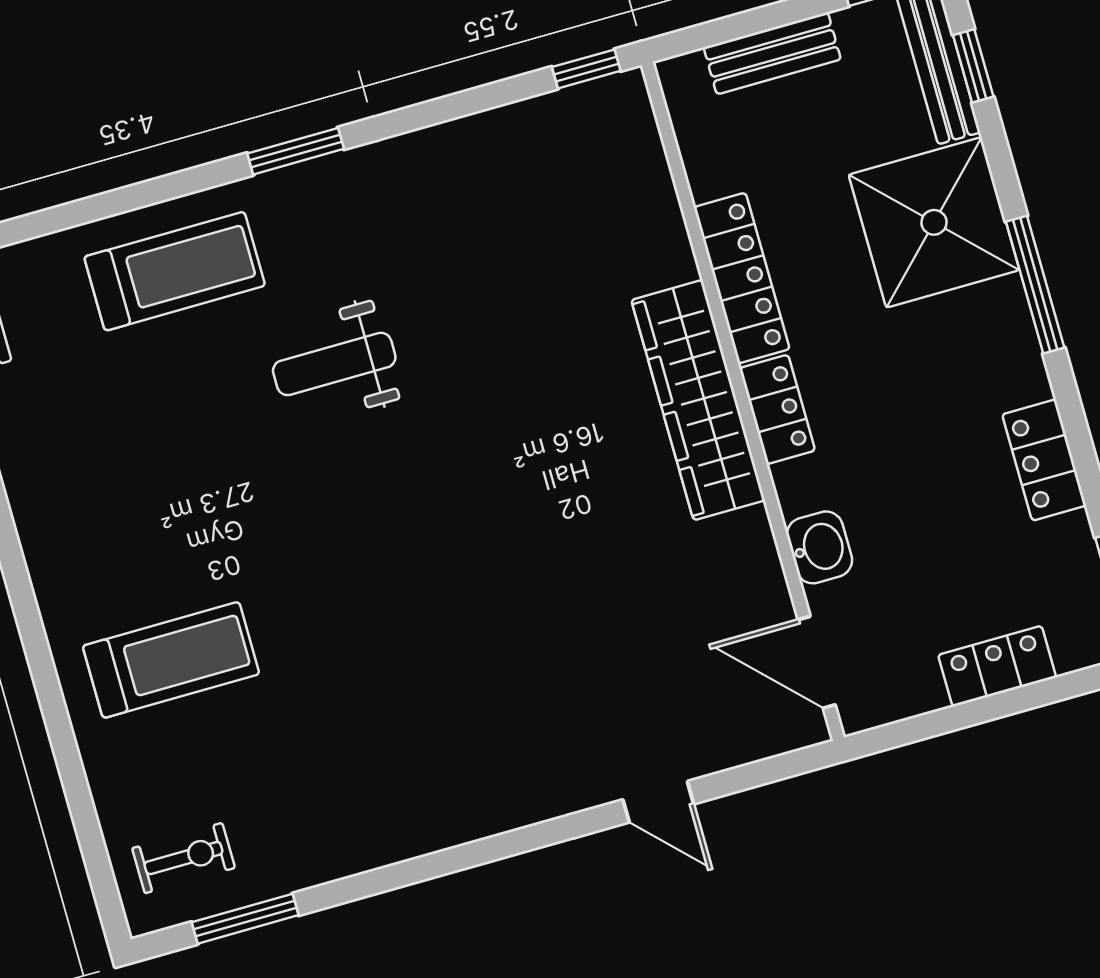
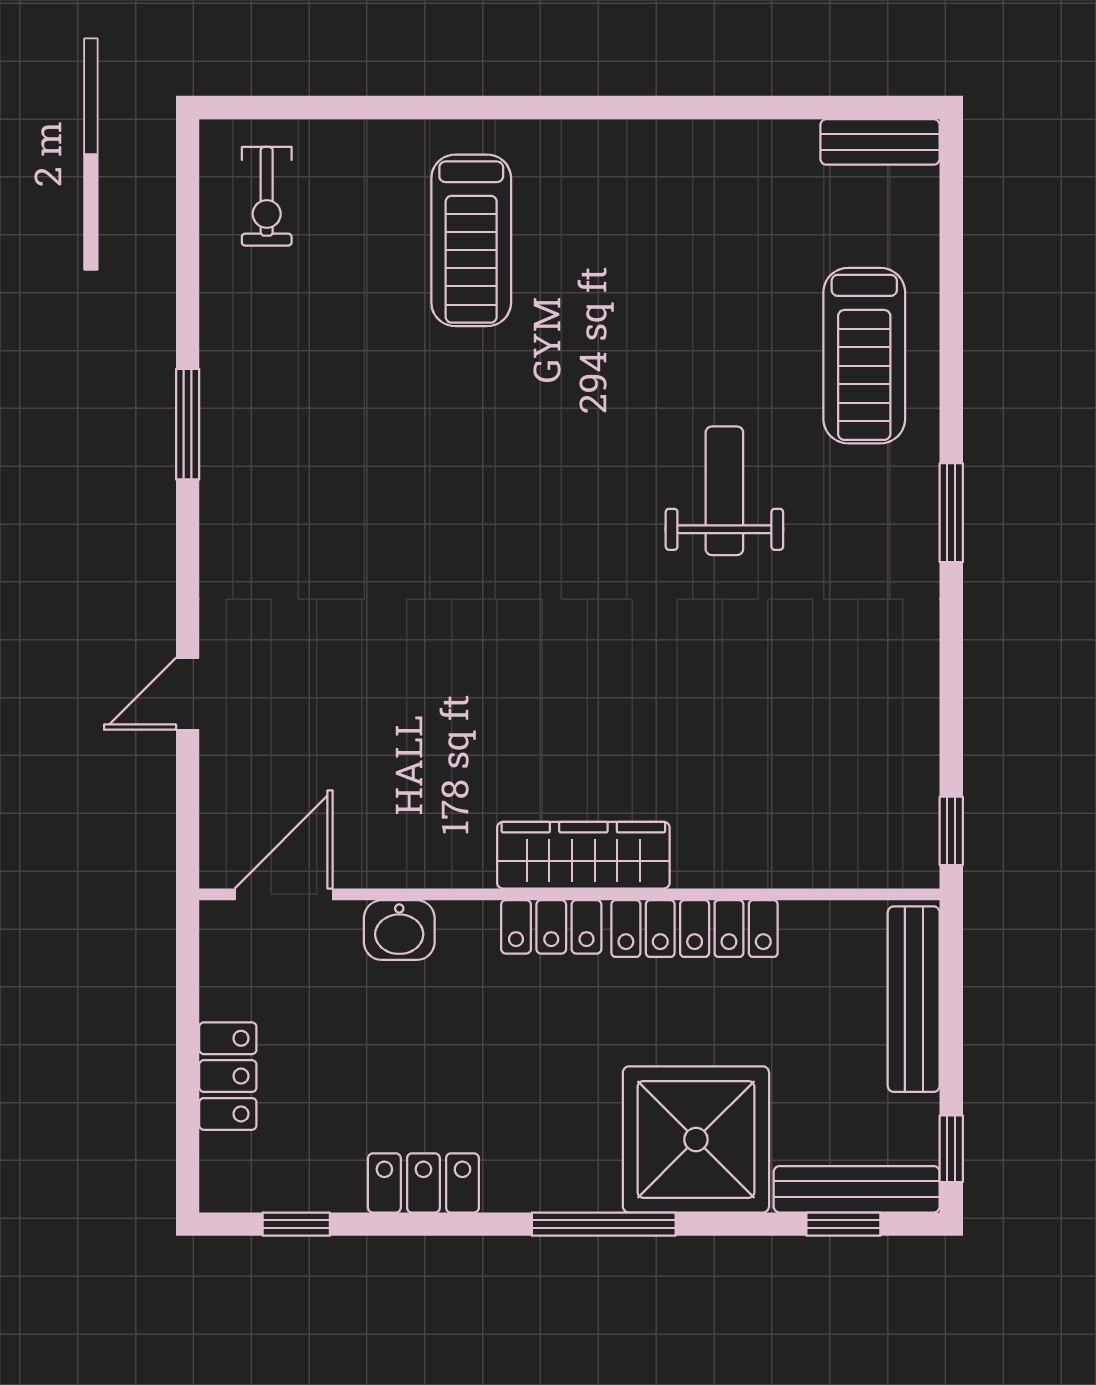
bench: (772, 53) -> (914, 999), width x1.36
wardrobe: (698, 400) -> (583, 855), width x0.71, depth x0.85
window: (245, 919) -> (188, 424), moved

